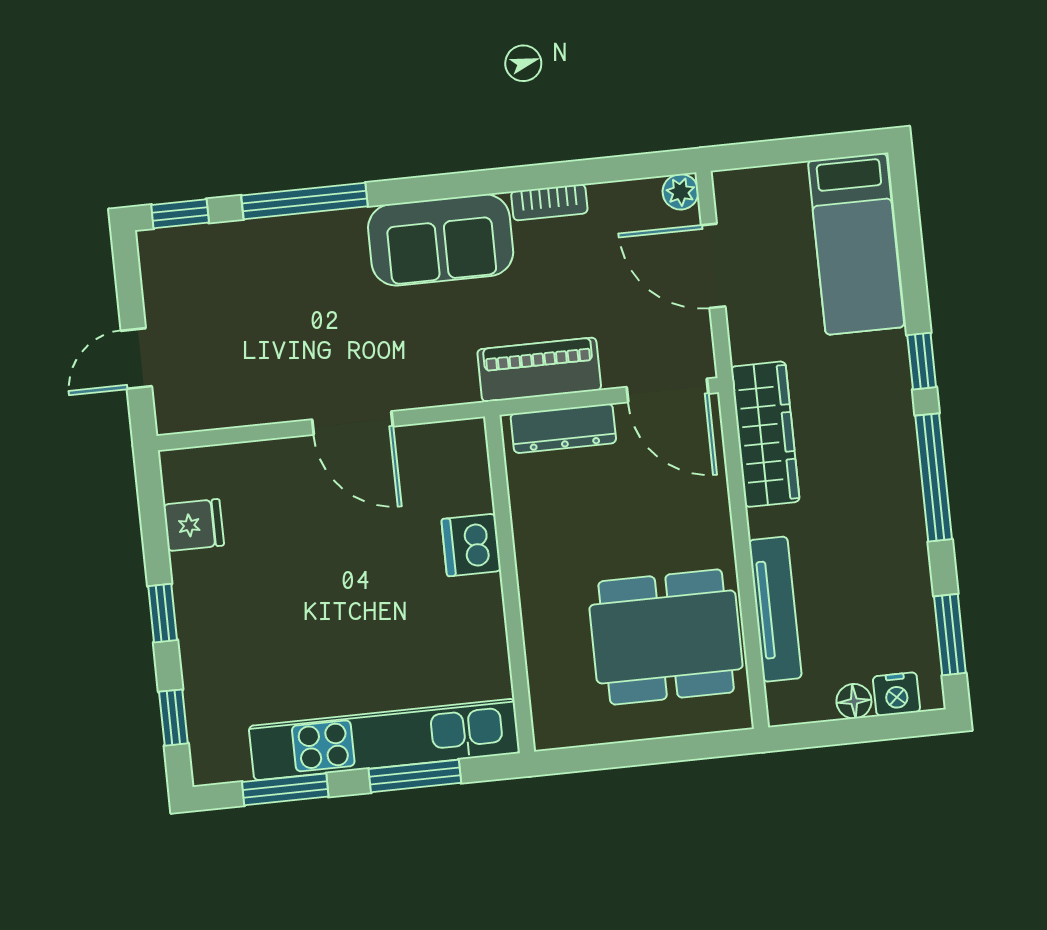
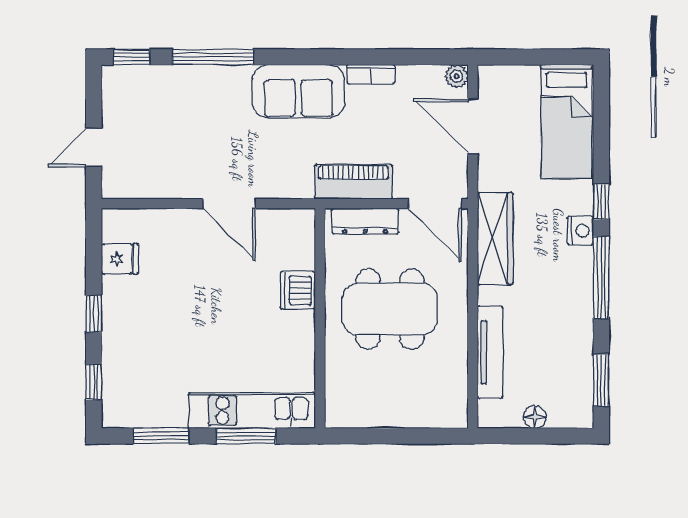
dining table: (666, 637) -> (390, 309), moved
nightstand: (896, 694) -> (580, 231), moved, turned -90
kitchen unit: (384, 740) -> (252, 410), width x0.73

